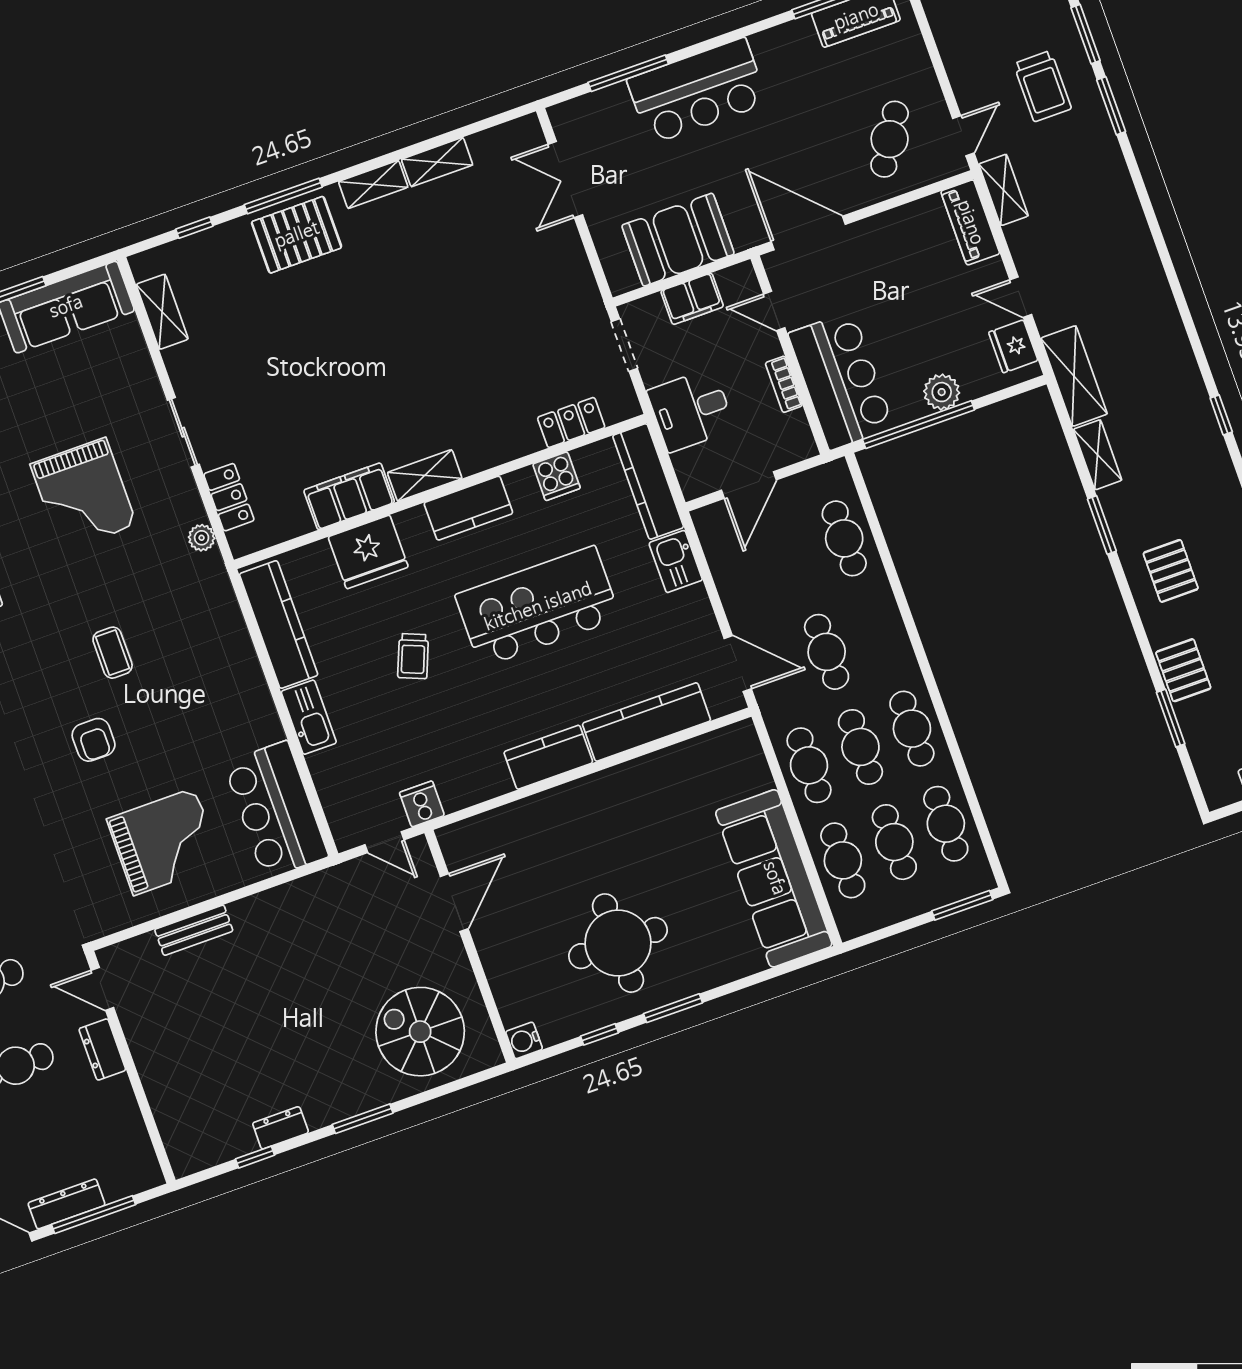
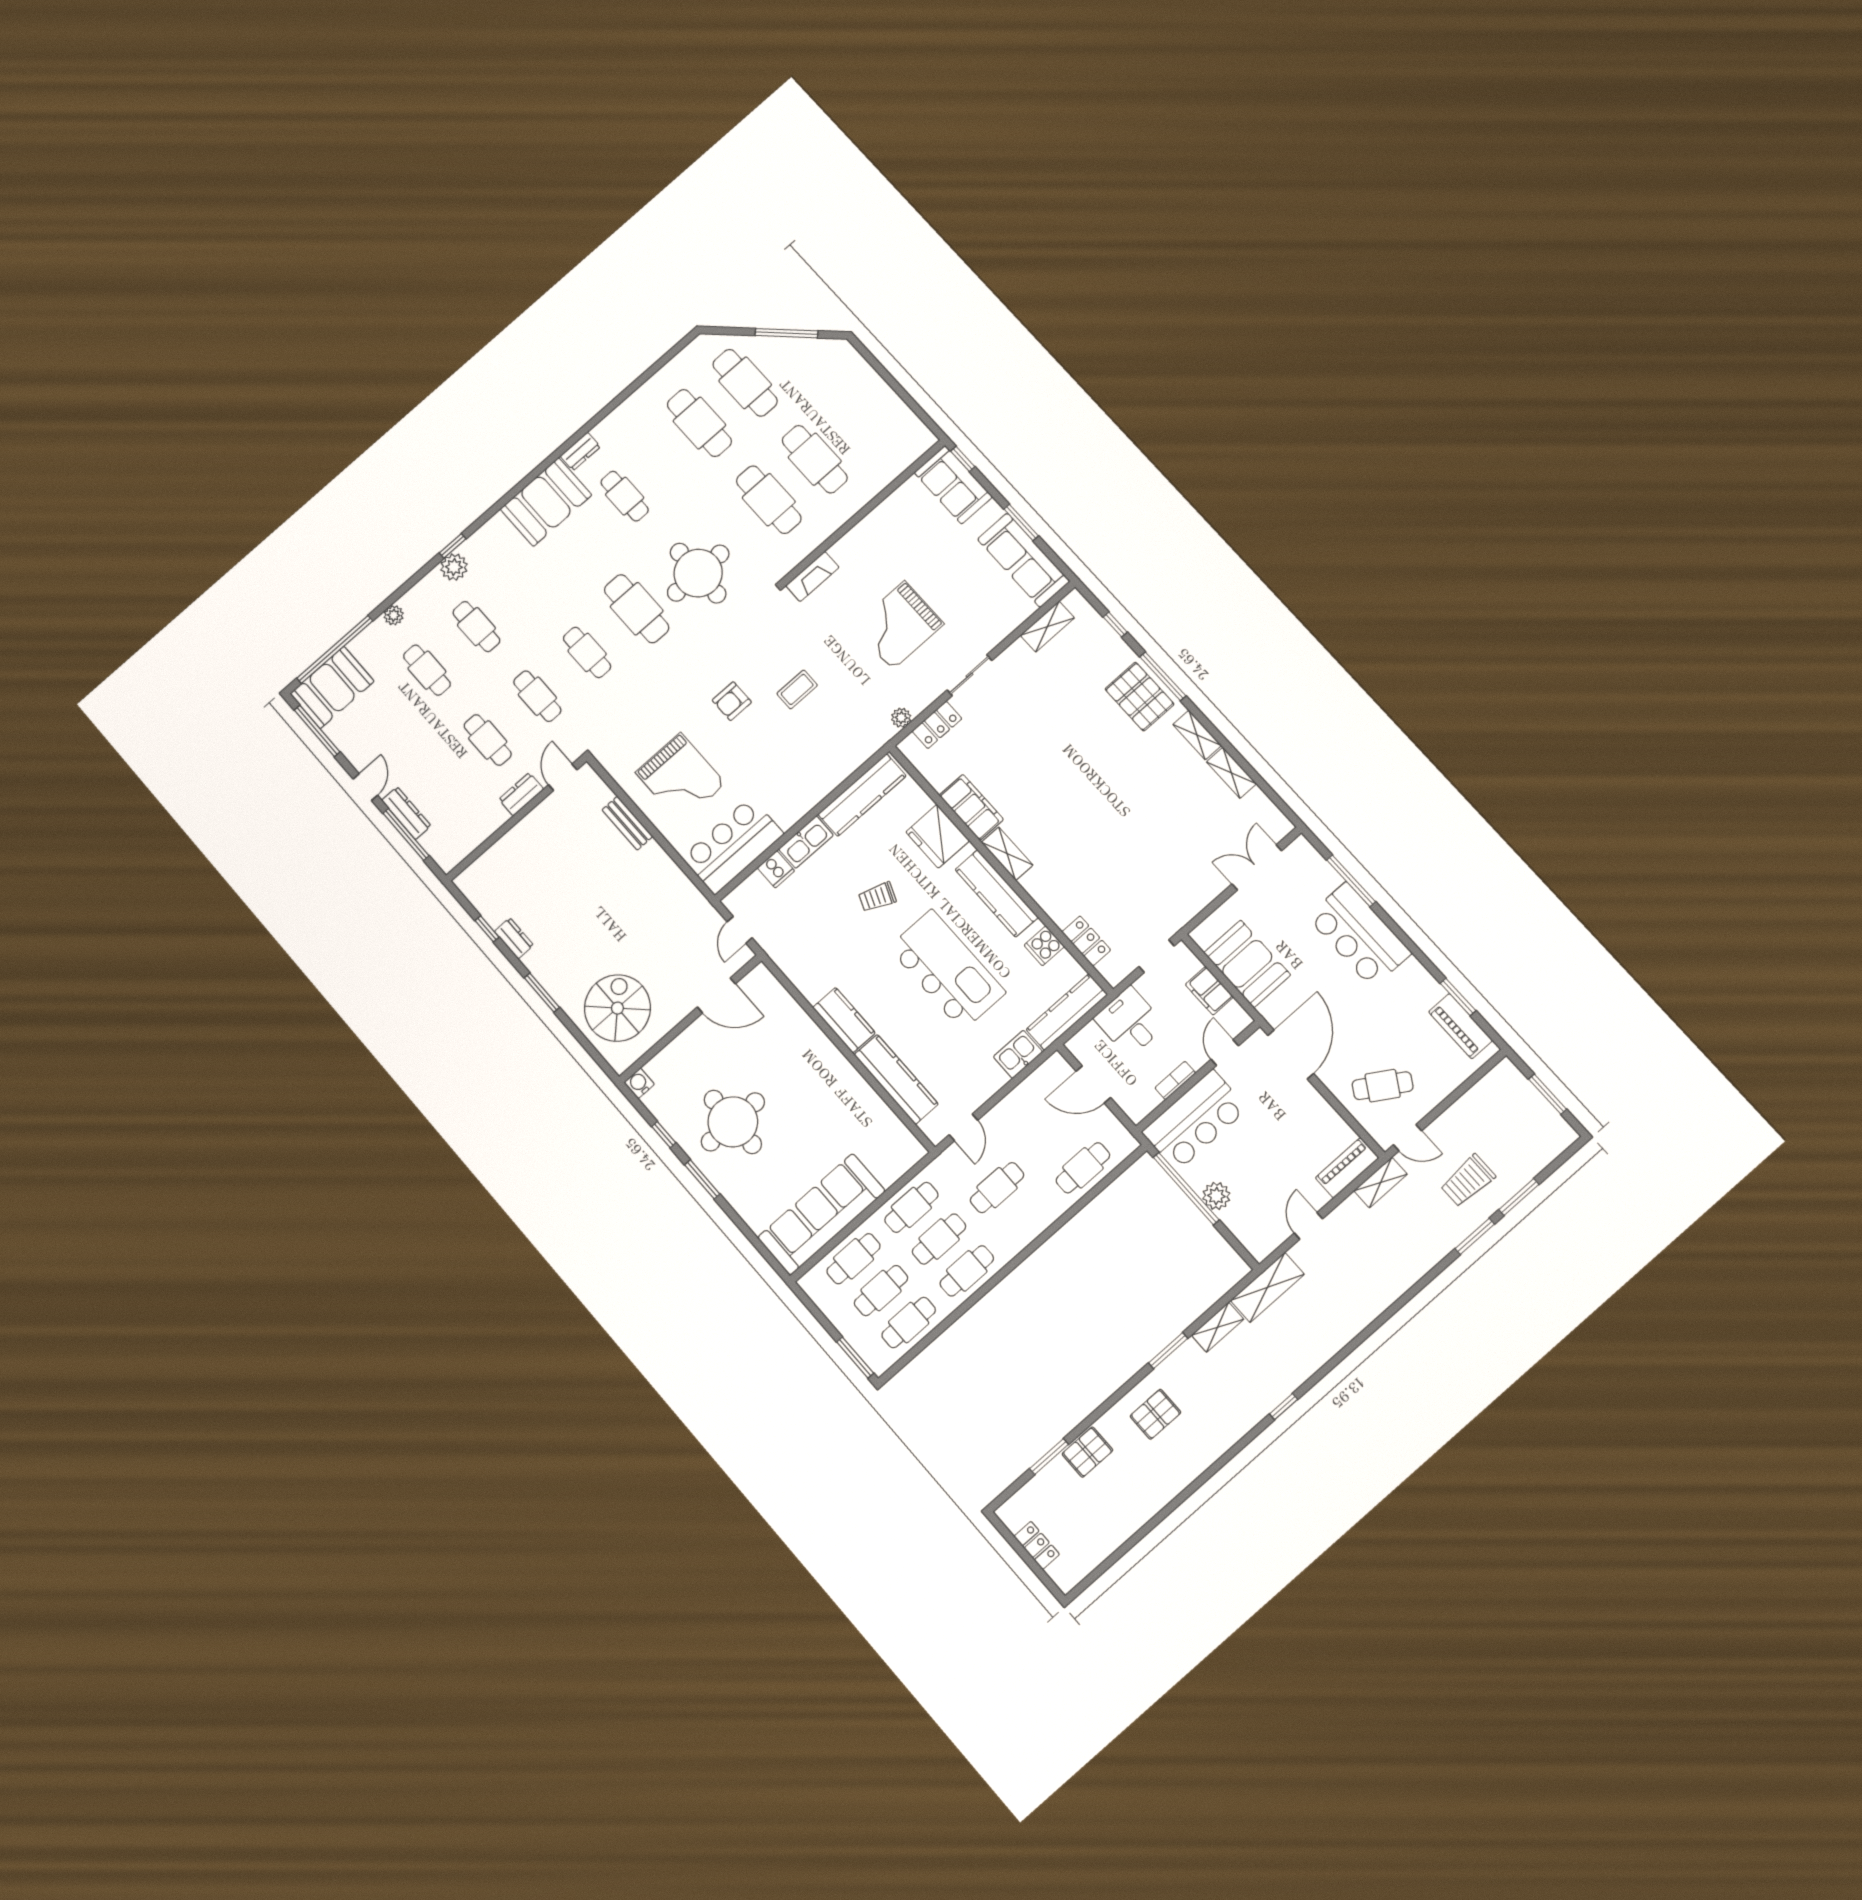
fridge: (1013, 346) -> (1271, 1235), removed
kitchen counter: (468, 508) -> (997, 893), width x1.50
door: (738, 664) -> (963, 1127), width x0.73
cooker: (422, 804) -> (776, 869), moved, turned 90

